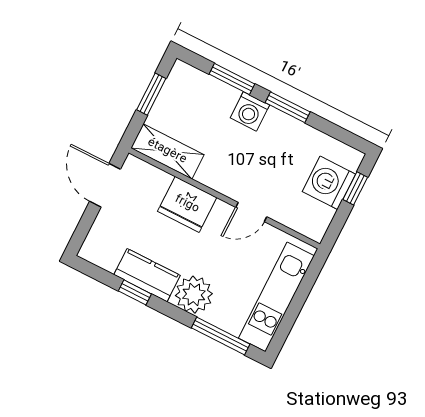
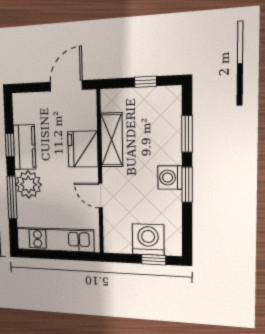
window: (151, 94) -> (146, 82), width x0.67
washing machine: (250, 111) -> (170, 178), moved
shelving: (167, 151) -> (112, 140), moved
window: (221, 336) -> (12, 197), moved

